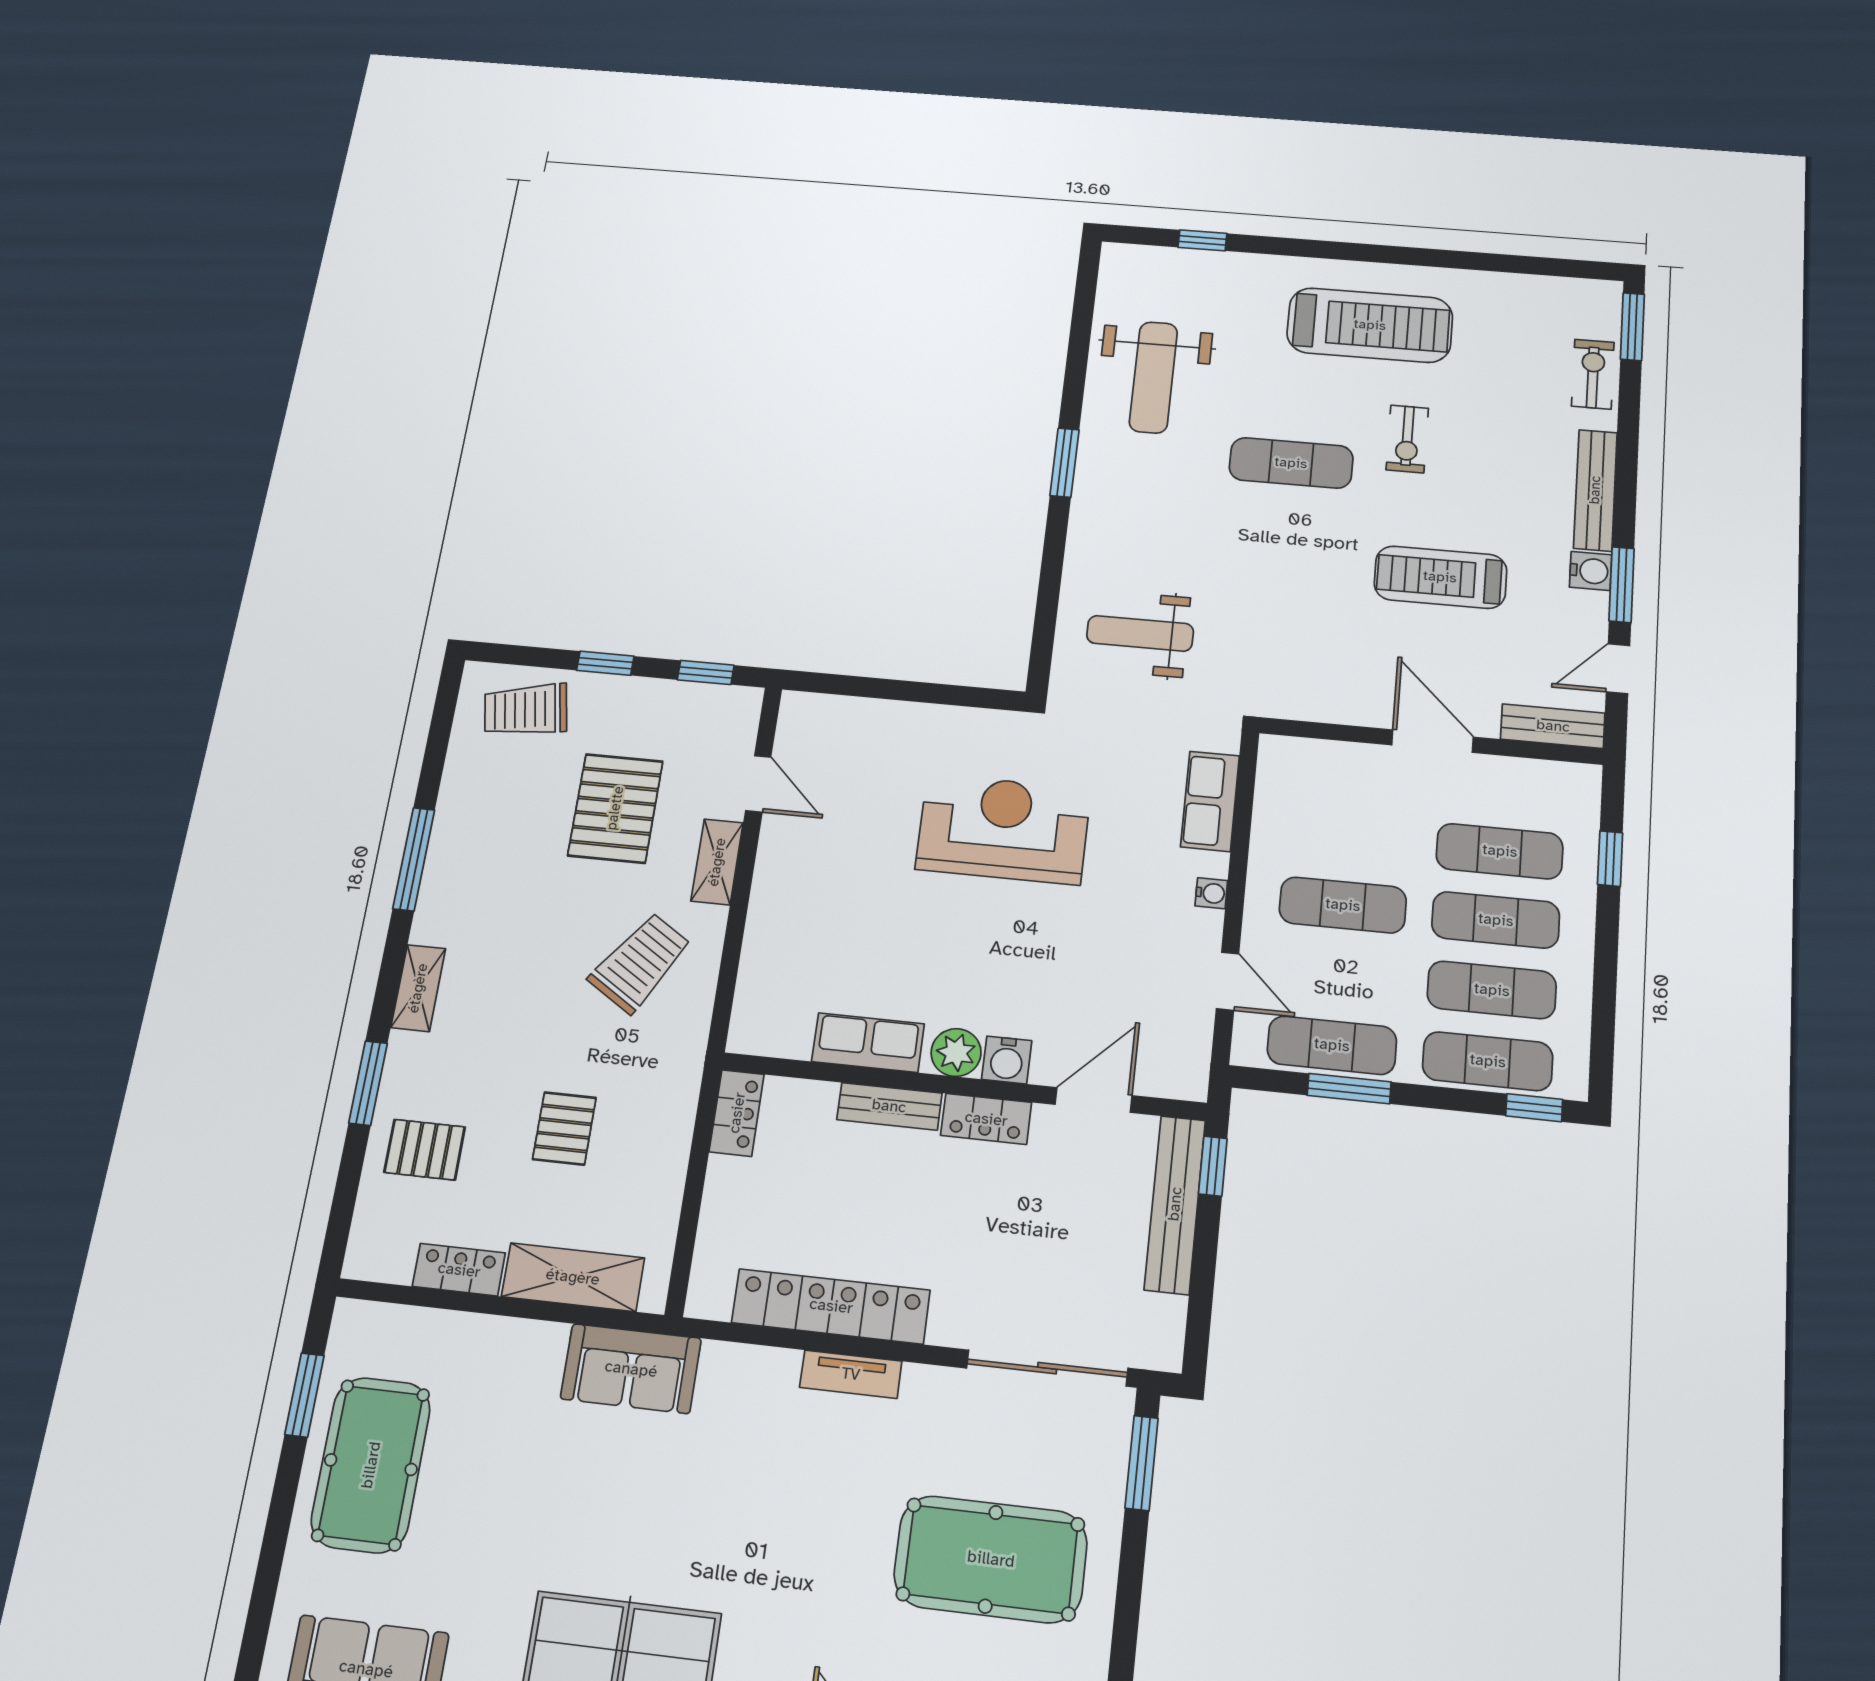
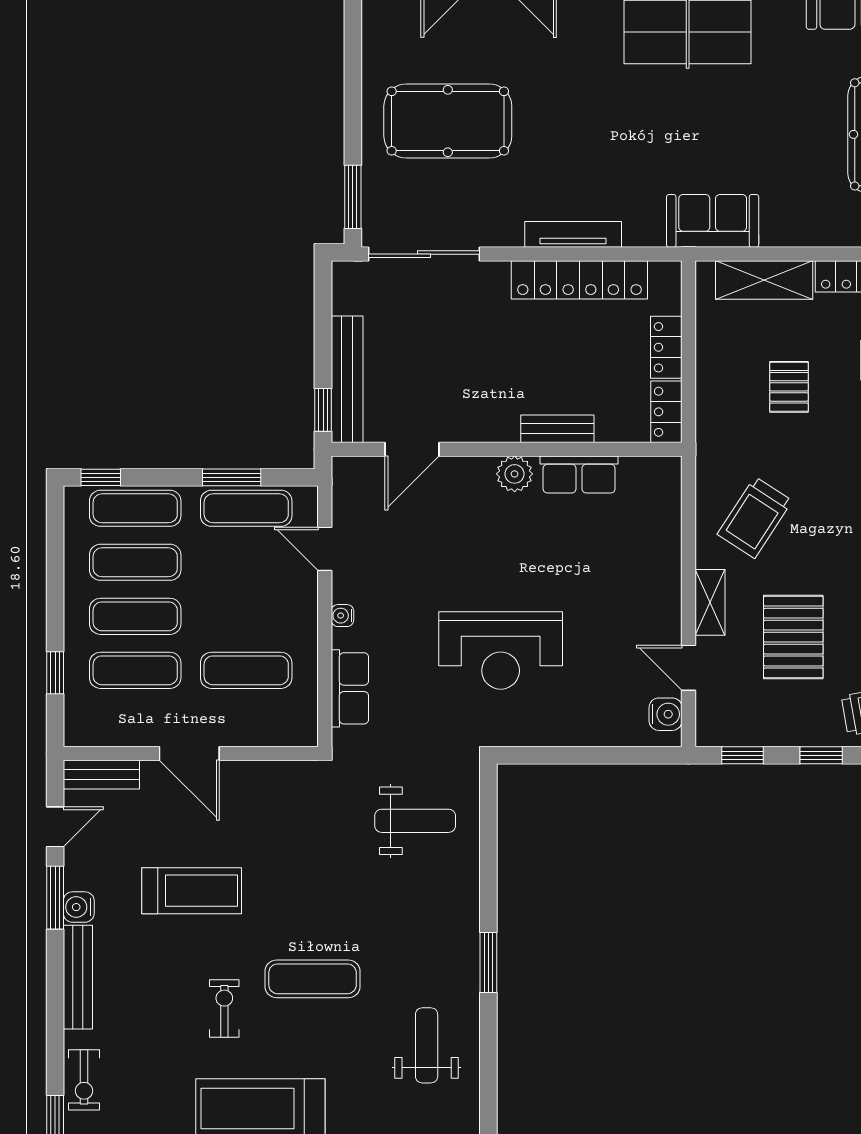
weight bench: (1153, 377) -> (427, 1045), width x0.73, depth x0.75
exercise mat: (1343, 905) -> (246, 670), moved
water cooler: (1007, 1060) -> (666, 714), moved, turned 90
locker: (986, 1119) -> (666, 347), moved, turned -90
tv unit: (851, 1374) -> (573, 234), width x1.41

